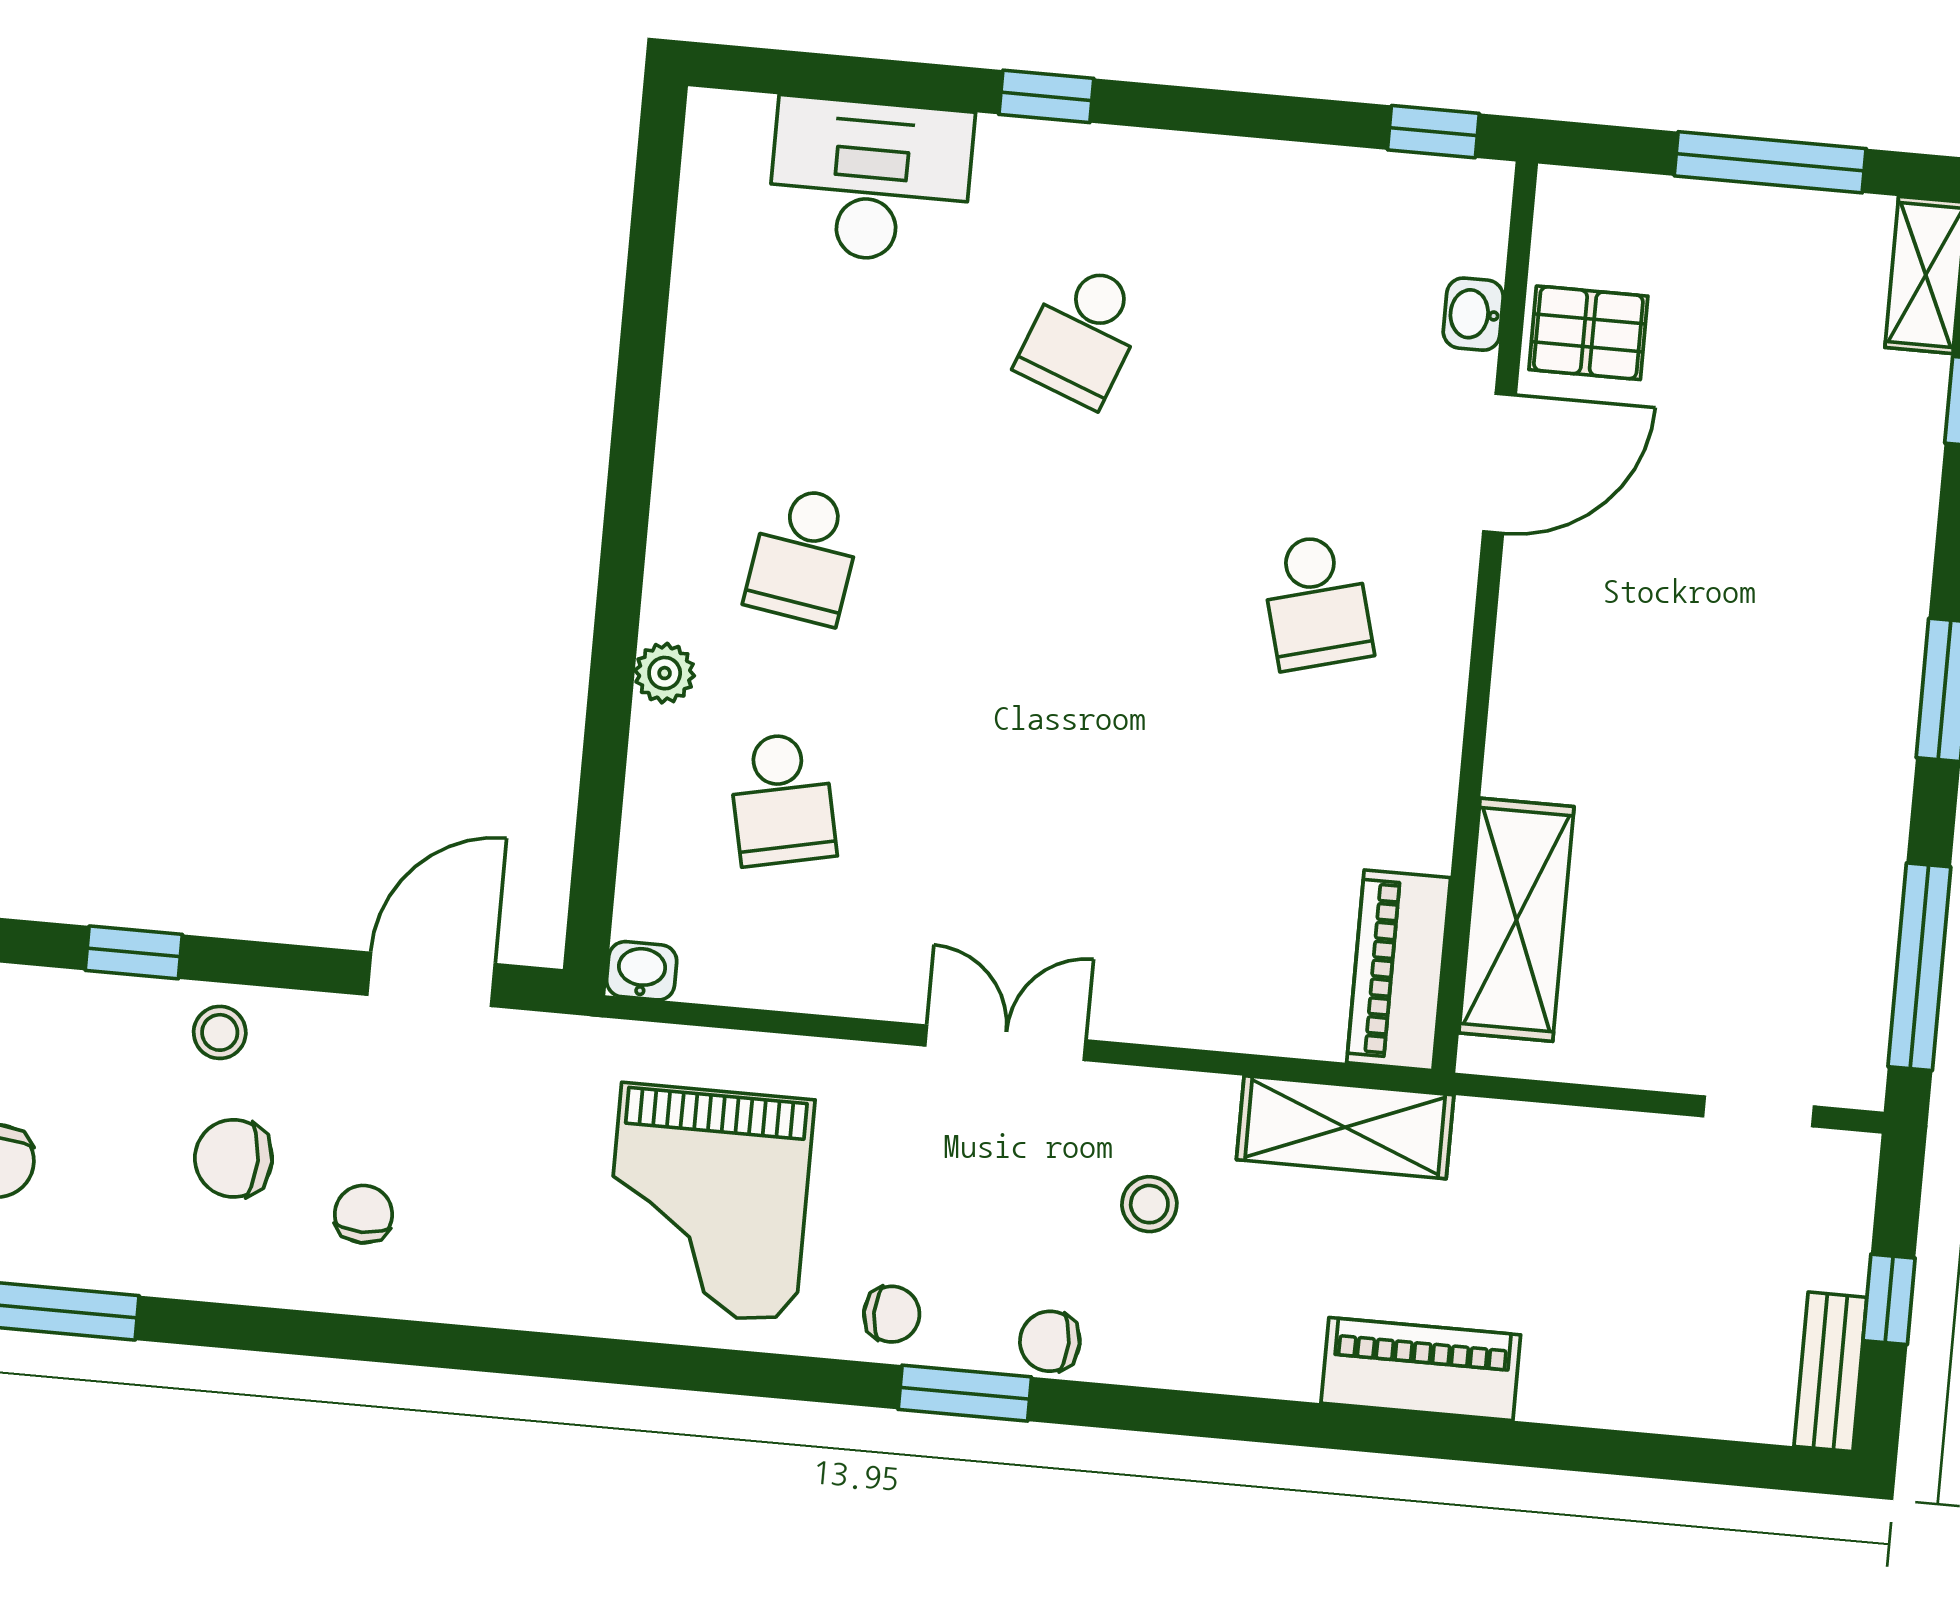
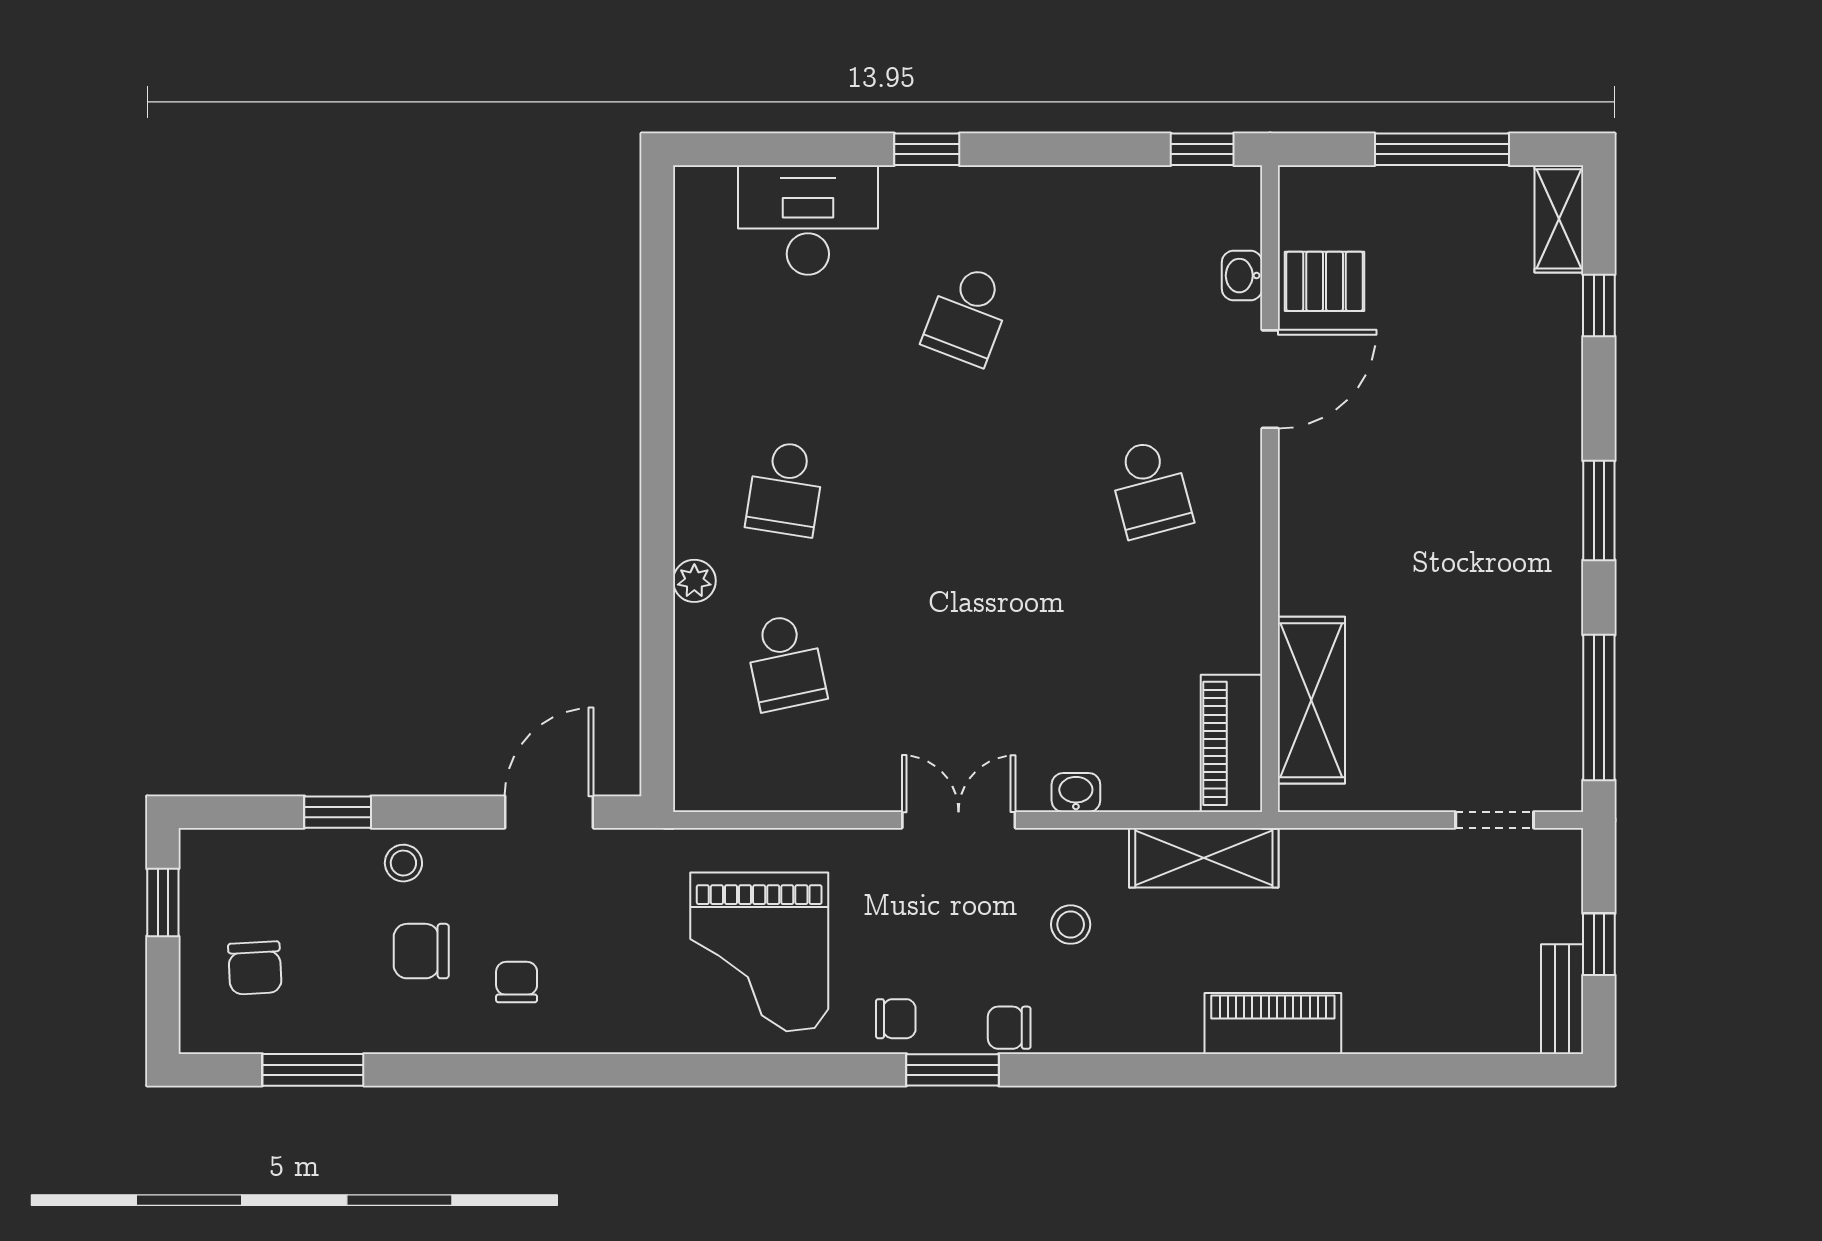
washbasin: (642, 971) -> (1076, 792), moved

